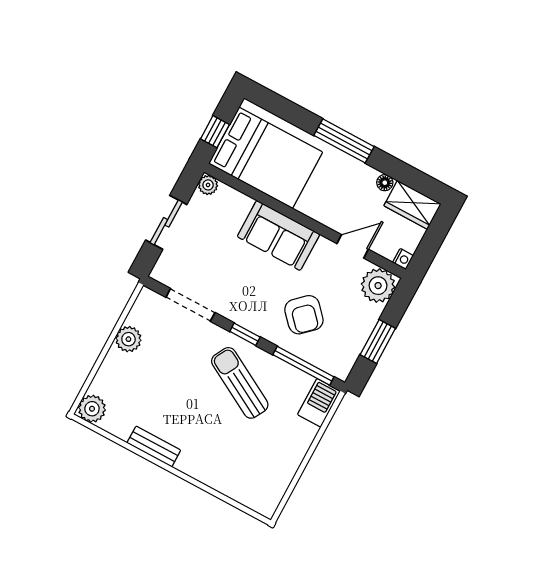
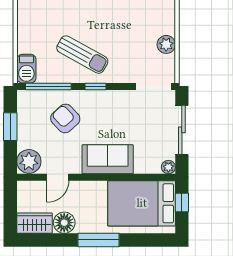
floor lamp: (385, 183) -> (64, 223), width x1.89, depth x1.89
sliding door: (166, 222) -> (182, 130), width x1.37
nightstand: (403, 259) -> (22, 186), removed
doorway: (190, 305) -> (153, 87), moved

